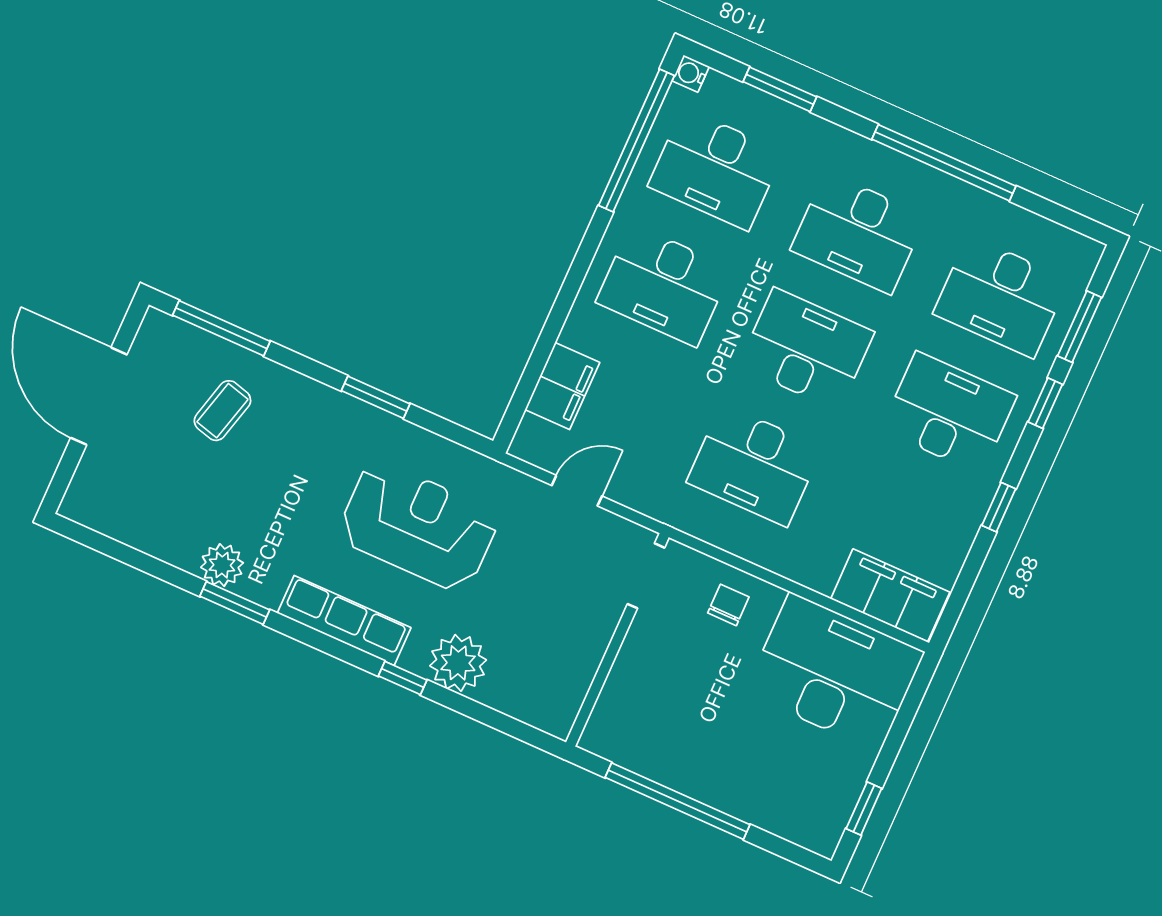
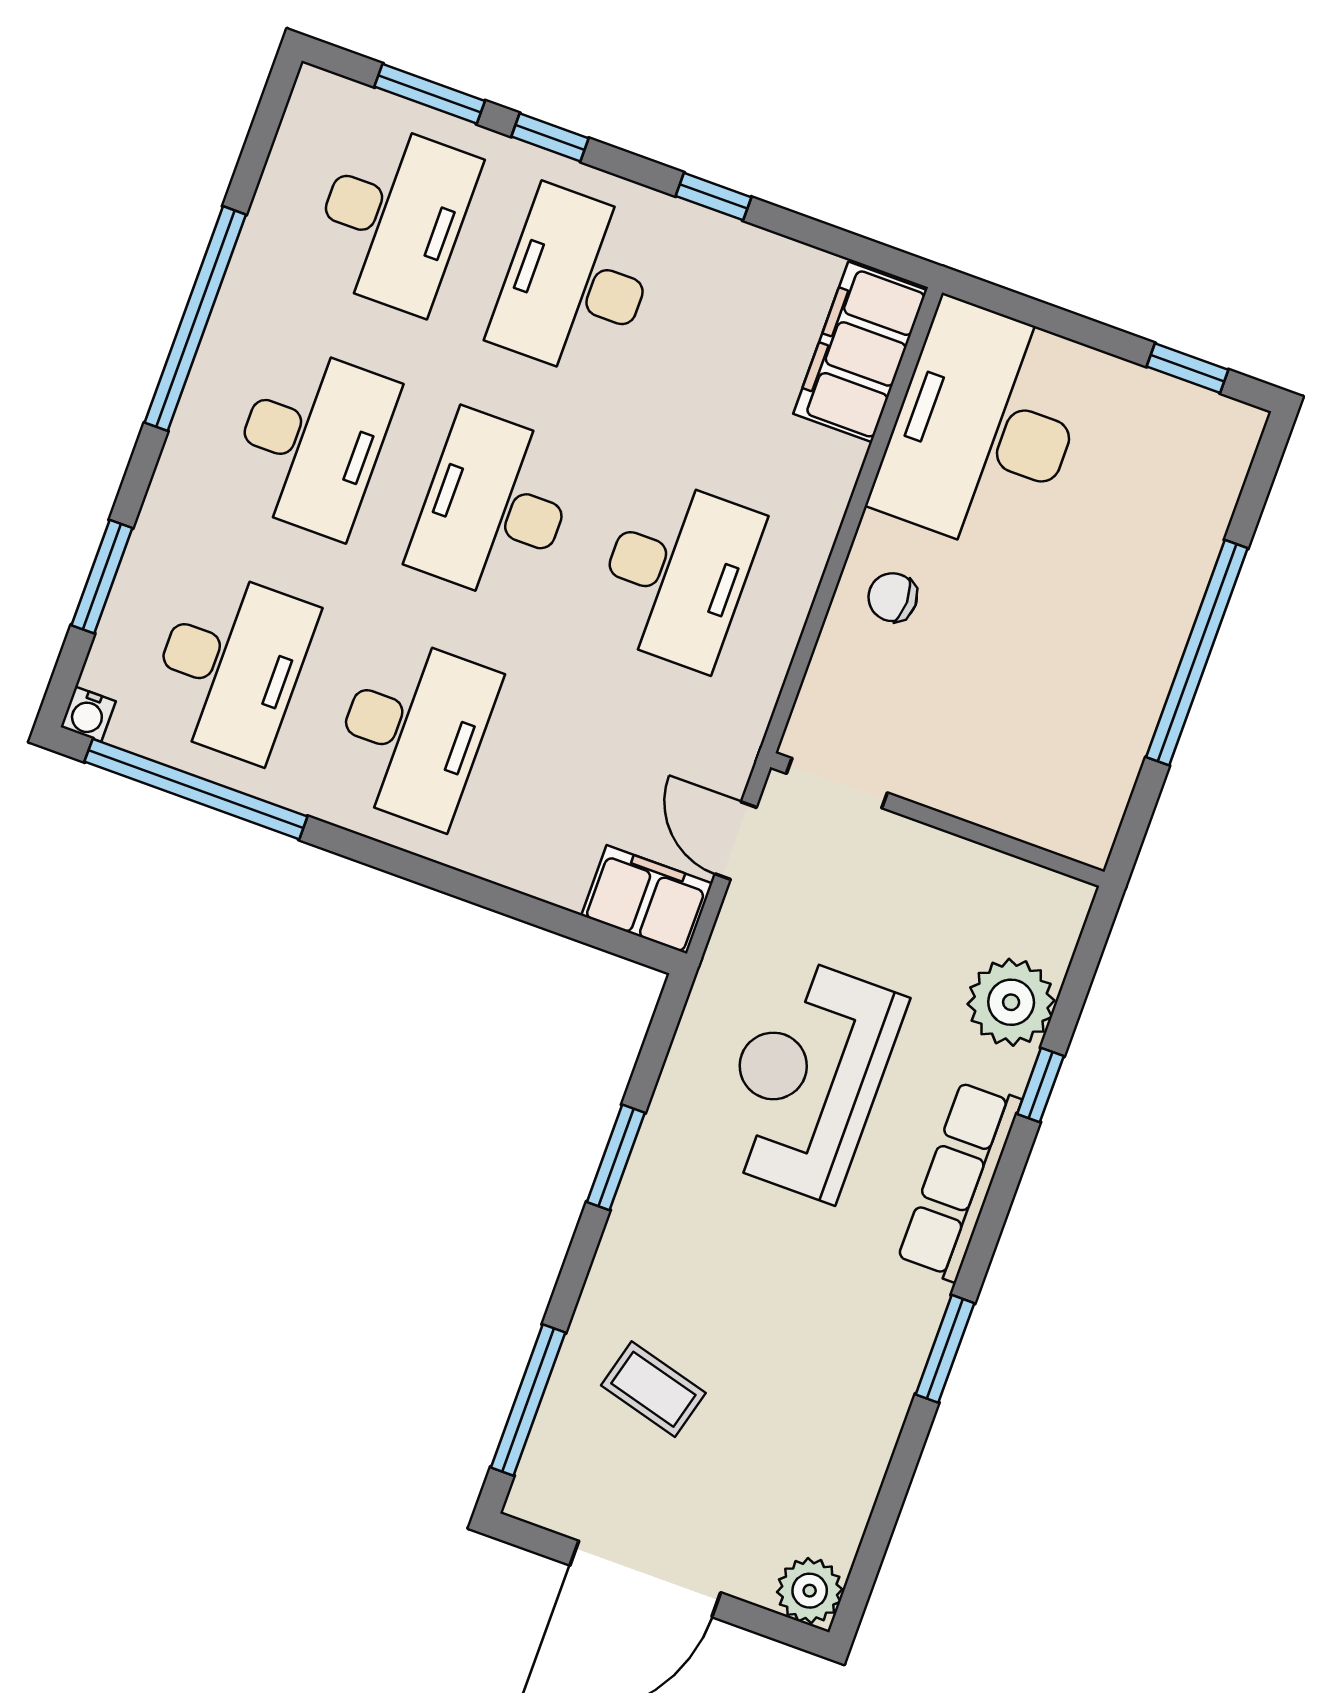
filing cabinet: (562, 386) -> (647, 899), moved
plant: (222, 565) -> (810, 1591), moved
doorway: (646, 576) -> (837, 783), moved
wall: (617, 640) -> (937, 819), moved

